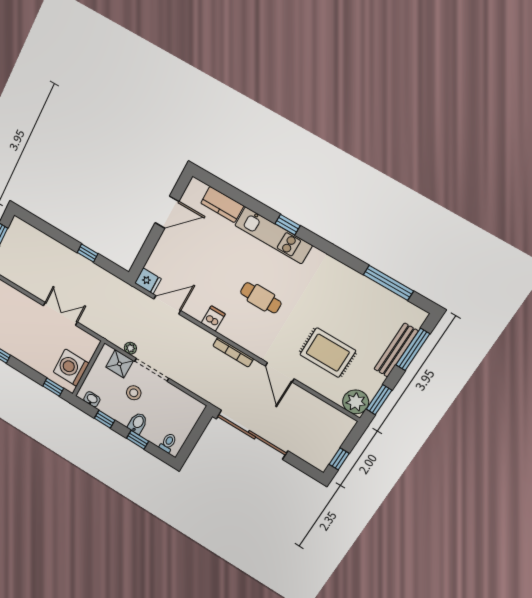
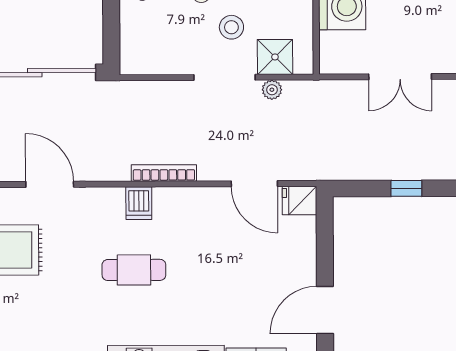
door: (167, 305) -> (254, 184), hinge flipped
dishwasher: (213, 319) -> (139, 203), moved
bookcase: (233, 352) -> (164, 173), moved

